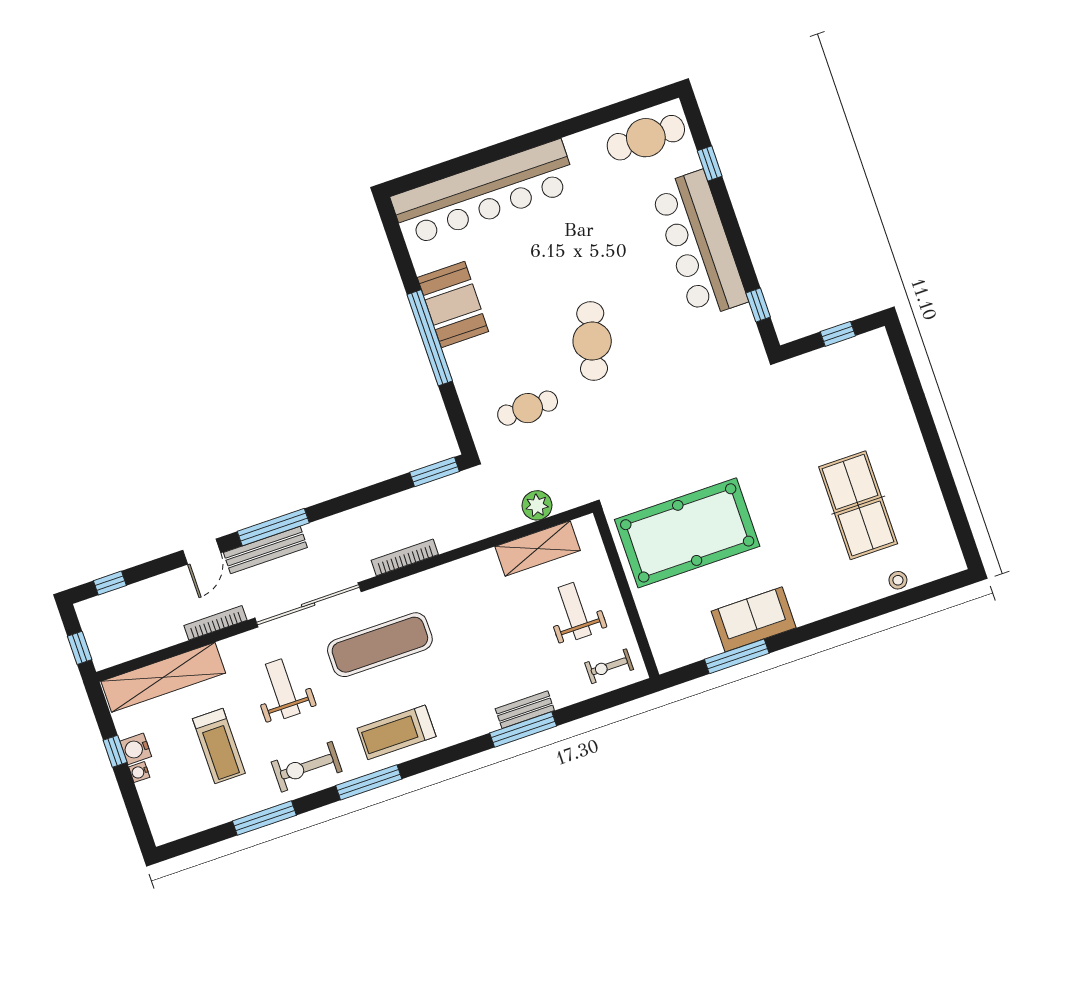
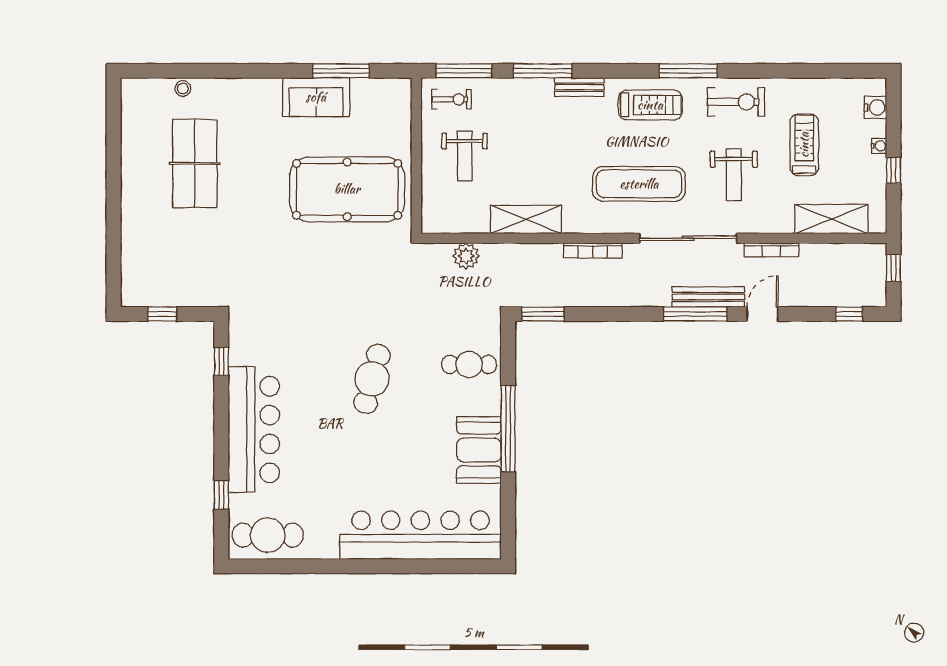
cafe table: (528, 408) -> (469, 364), moved
shelving: (538, 549) -> (526, 219), moved
shelving: (163, 677) -> (831, 219), width x0.68
bench: (525, 710) -> (579, 87), moved
water cooler: (136, 749) -> (875, 108), moved
window: (264, 818) -> (464, 71), moved

